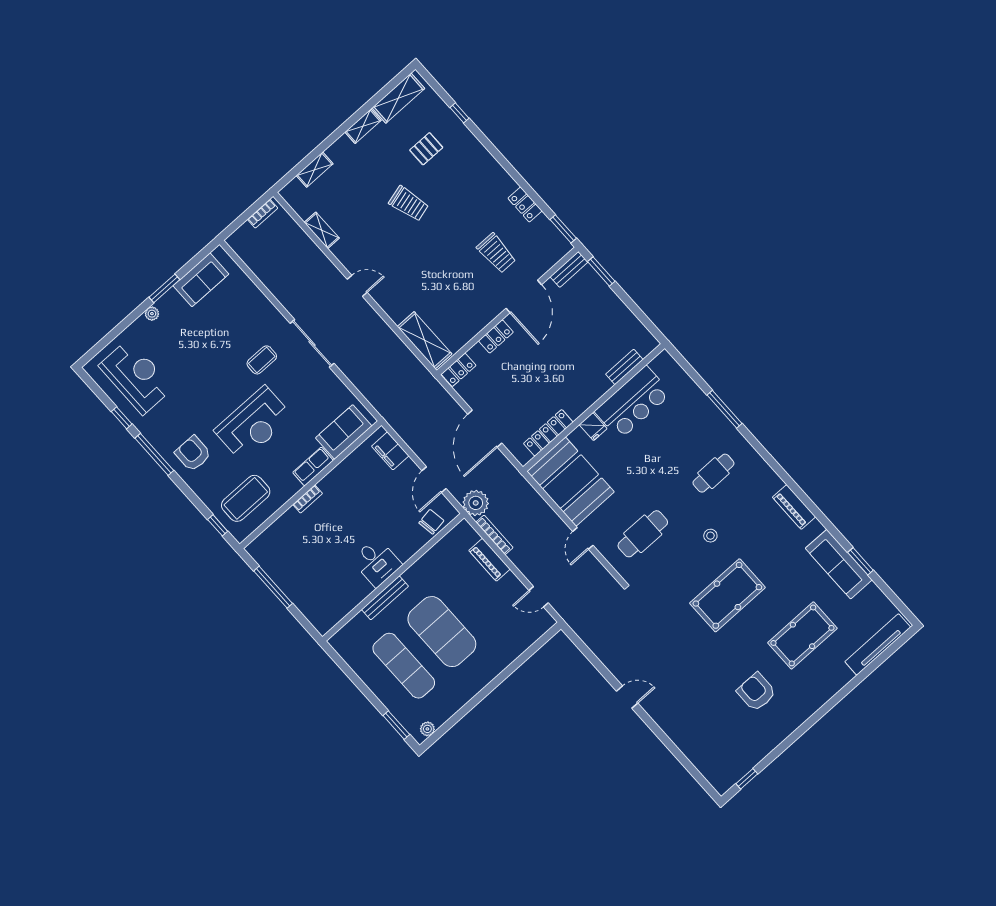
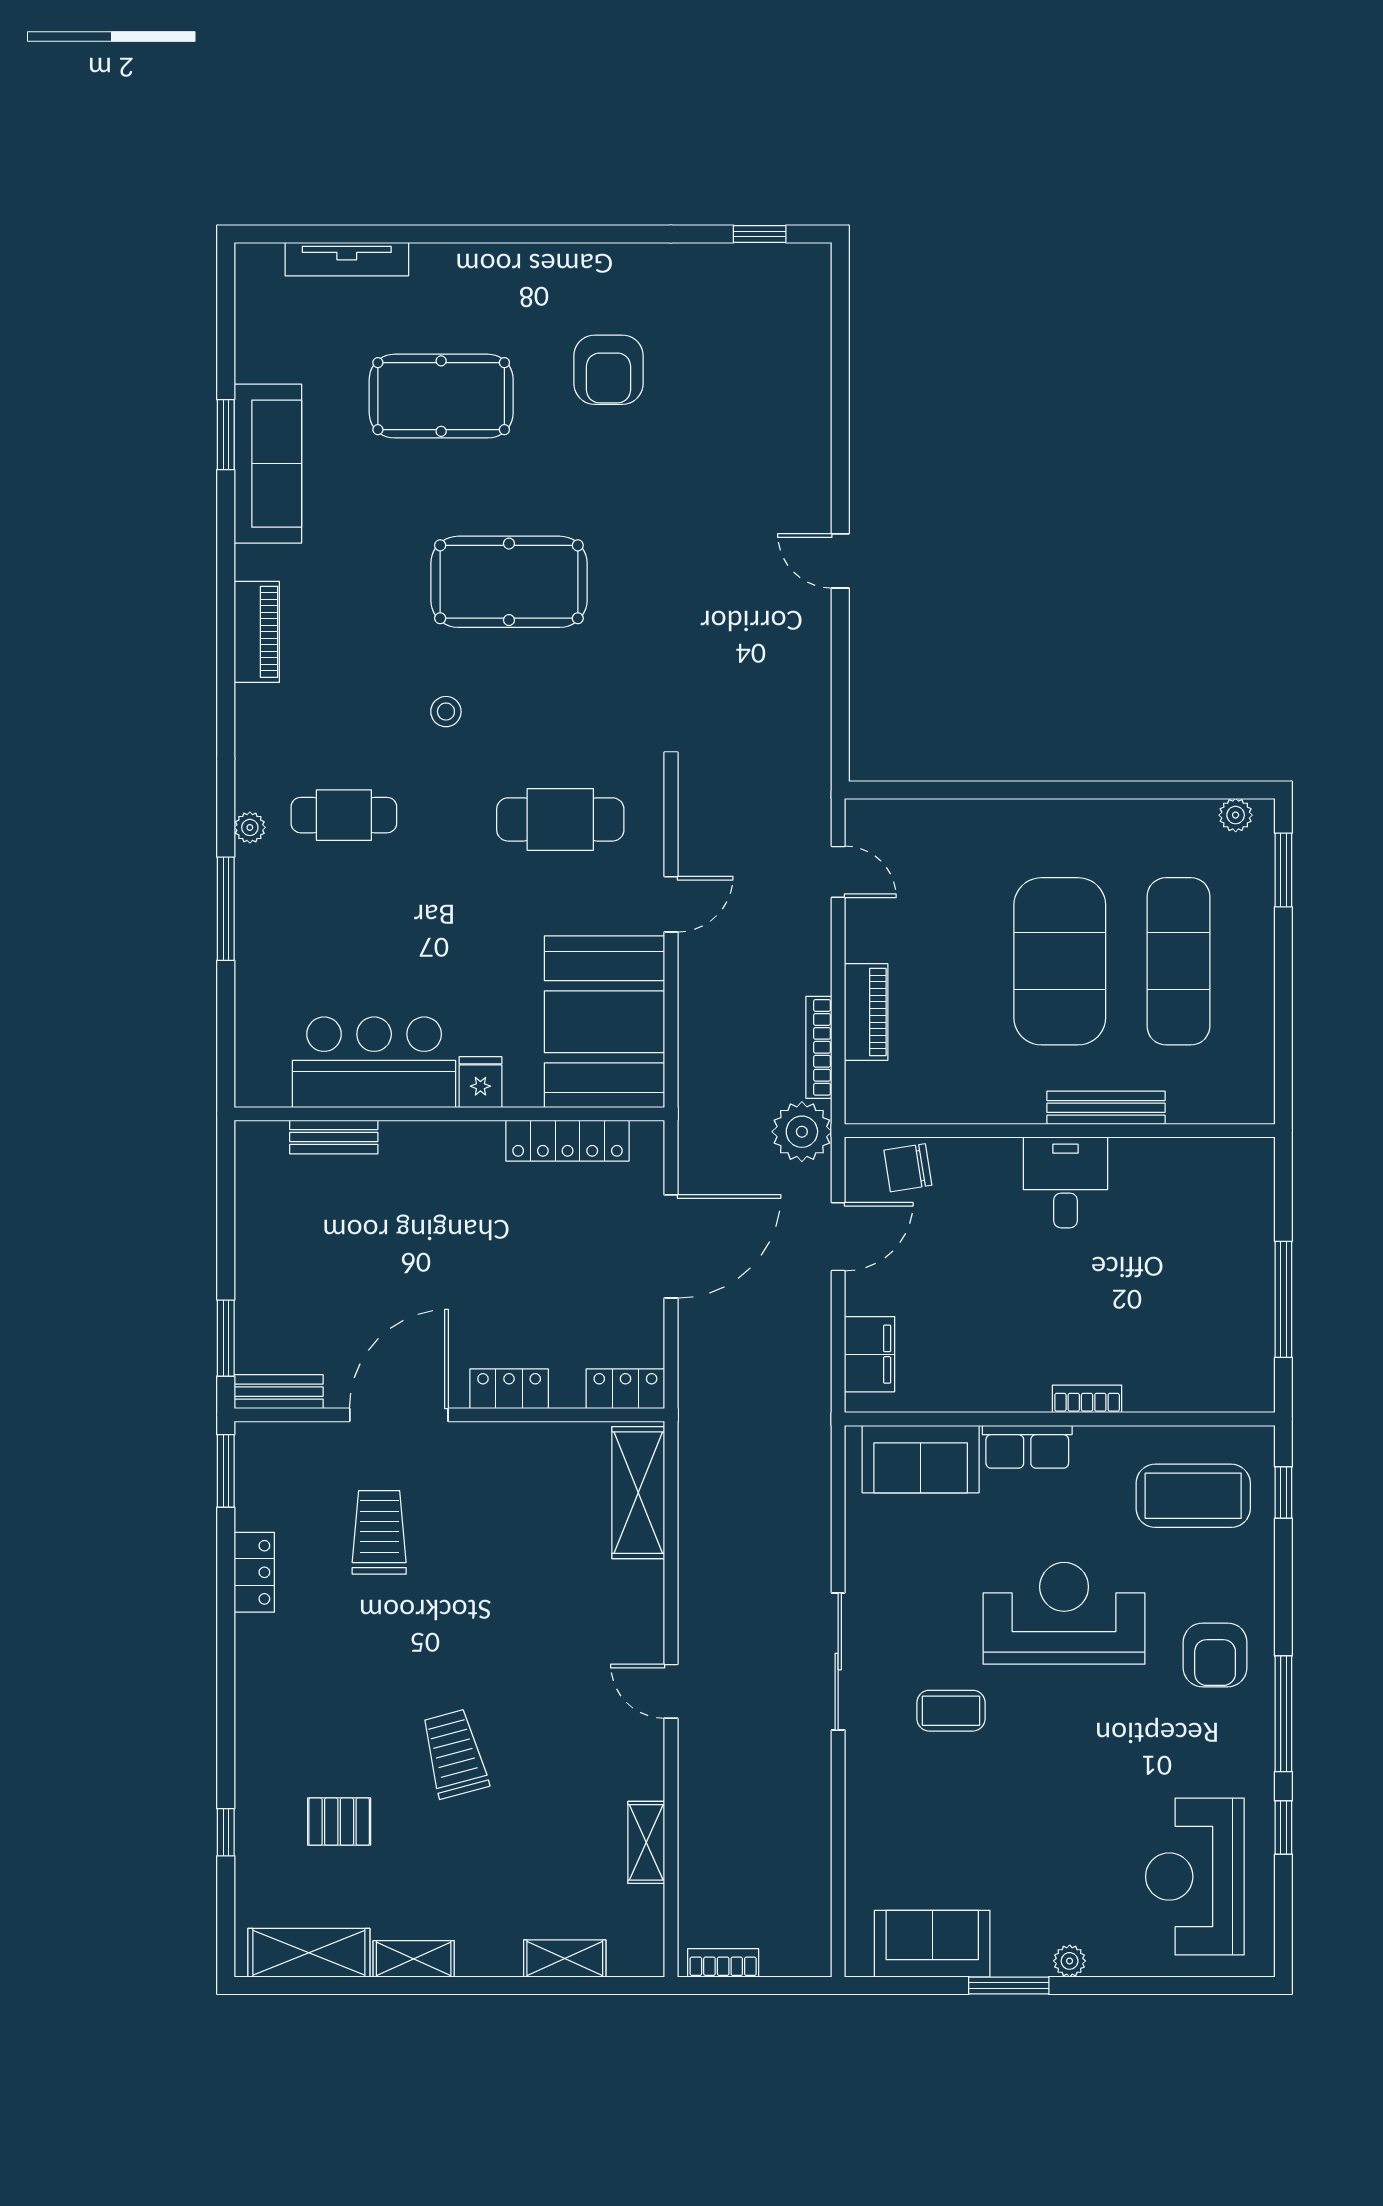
plant: (740, 442) -> (250, 827), added
tv unit: (878, 644) -> (347, 259), width x0.73, depth x0.78

